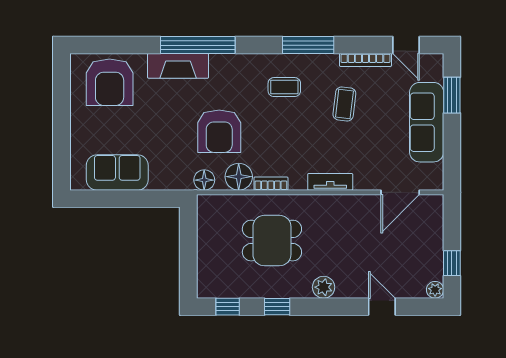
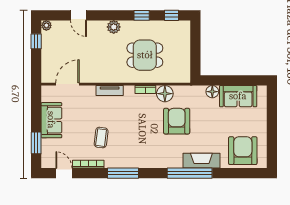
coffee table: (284, 87) -> (137, 148), removed
sofa: (427, 122) -> (51, 120), width x0.73
floor lamp: (204, 180) -> (212, 92), moved

